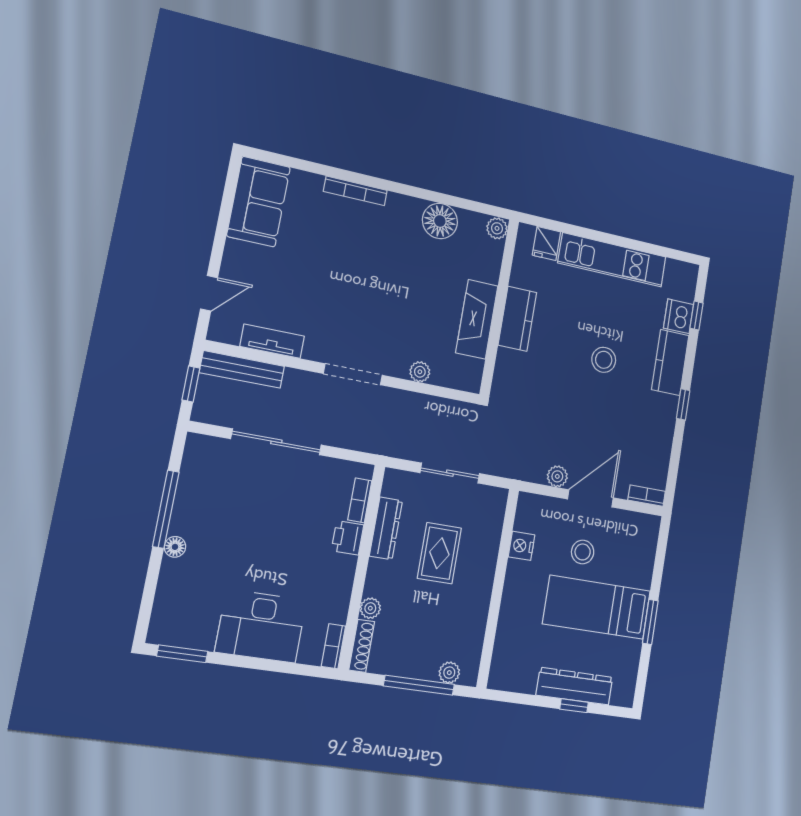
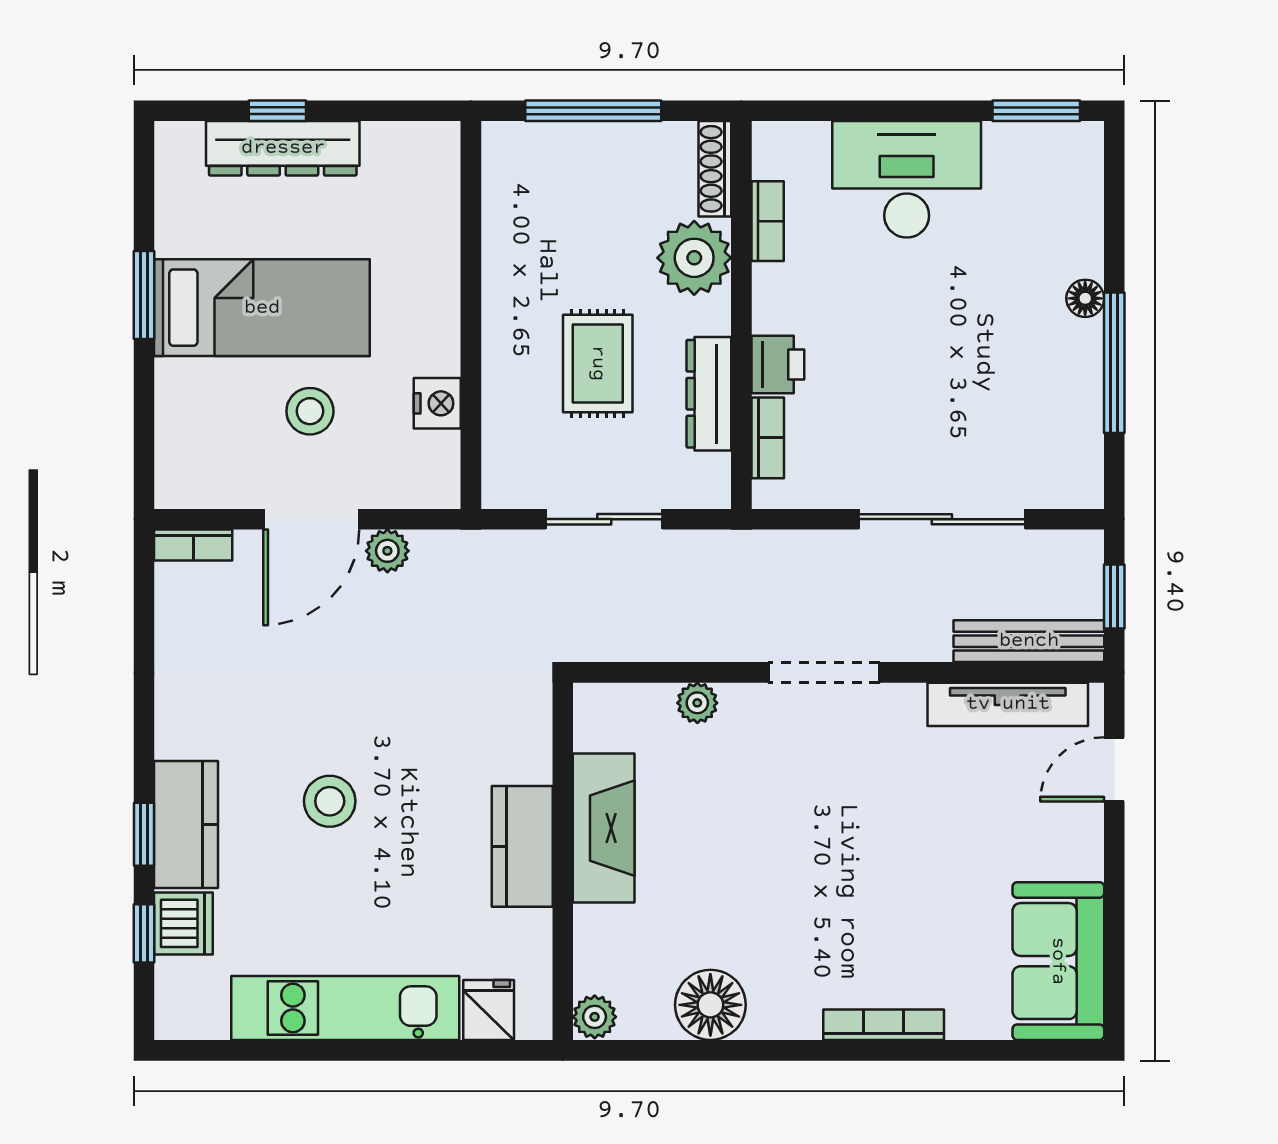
tv unit: (272, 341) -> (1008, 704), width x1.41
window: (683, 404) -> (144, 834), moved
plant: (370, 608) -> (694, 258), width x1.88, depth x1.88
bookcase: (333, 646) -> (768, 221), moved
plant: (449, 673) -> (539, 142), removed

